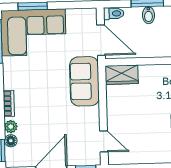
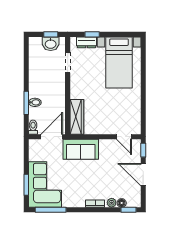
wardrobe: (122, 75) -> (77, 117), width x1.50
door: (104, 141) -> (124, 137), swing flipped

